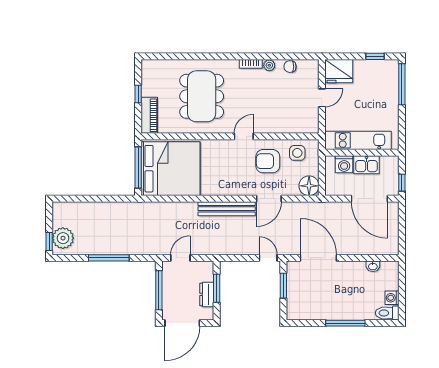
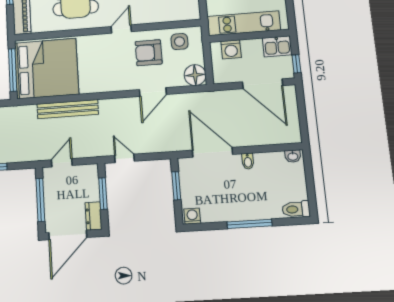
kitchen sink: (367, 165) -> (277, 46), moved
bench: (227, 209) -> (68, 109), moved
door: (268, 258) -> (125, 158), moved
washbasin: (373, 266) -> (293, 156), moved
bidet: (349, 268) -> (248, 161), added
dresser: (207, 294) -> (93, 216), moved
washing machine: (392, 298) -> (192, 216), moved, turned 90

